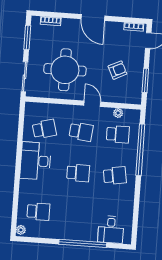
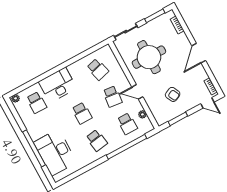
door: (92, 104) -> (137, 92), swing flipped
desk: (36, 161) -> (58, 85), moved
desk: (111, 230) -> (55, 152), width x1.87, depth x1.30

